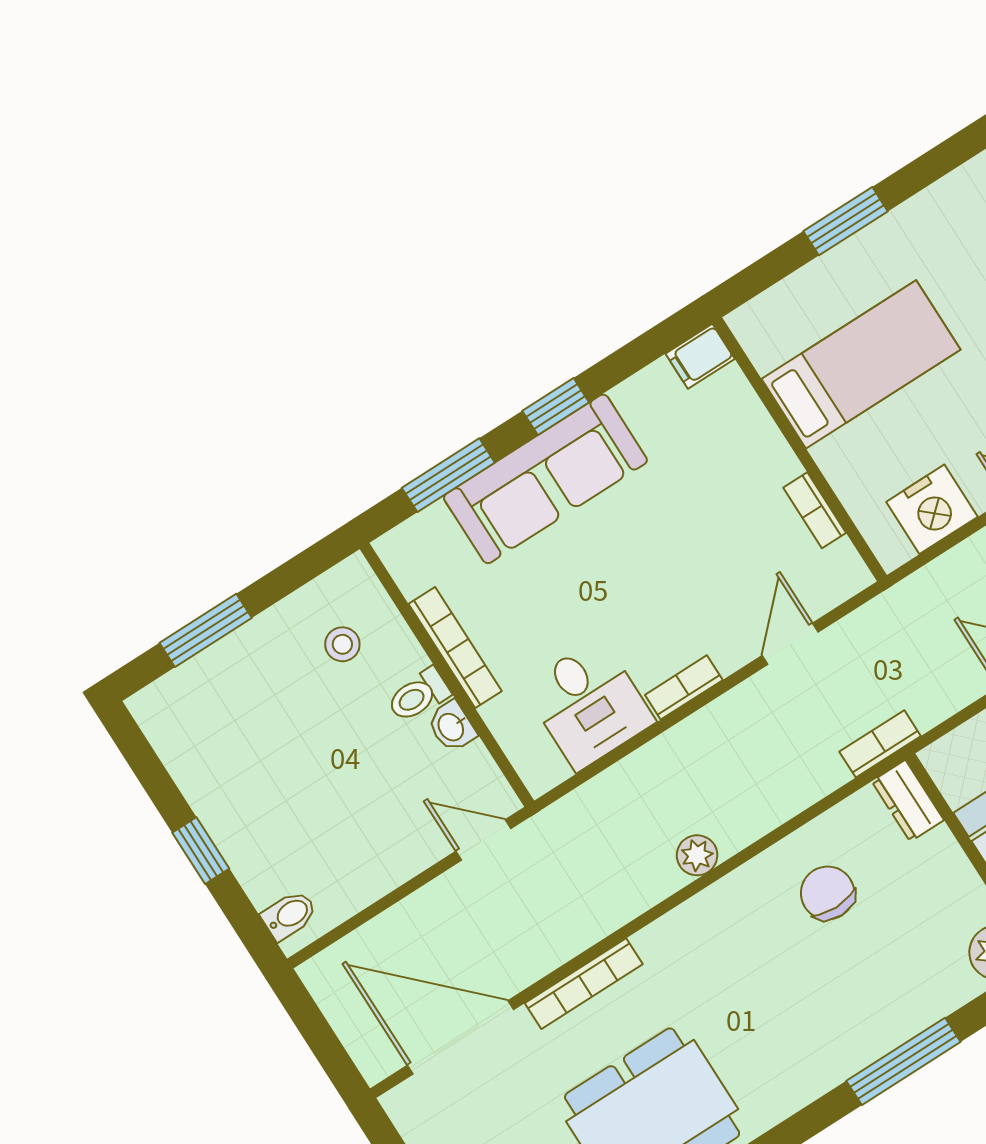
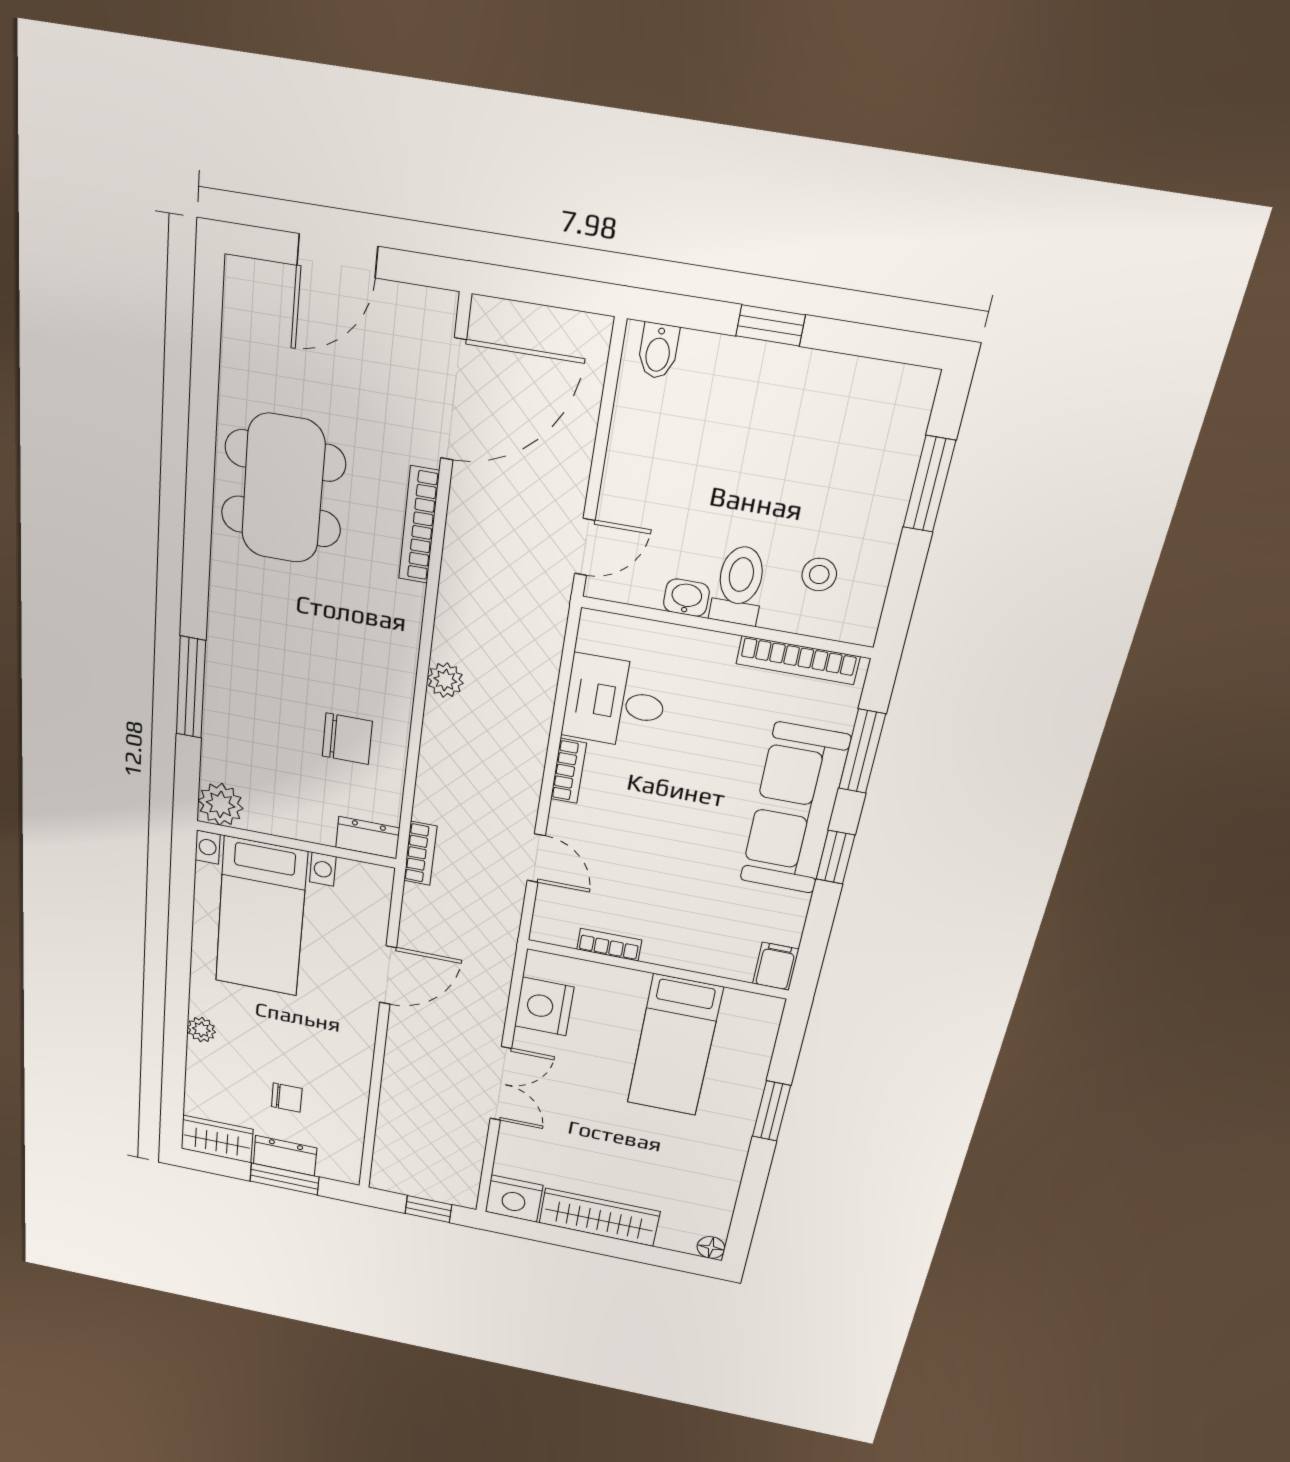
bookcase: (455, 647) -> (798, 660), moved
toilet: (418, 695) -> (739, 585), width x1.37, depth x1.39

